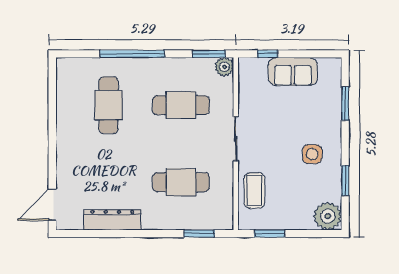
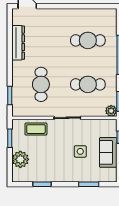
cafe table: (181, 105) -> (88, 84), turned 90
side table: (312, 154) -> (80, 151), moved
plant: (328, 216) -> (20, 159), moved

